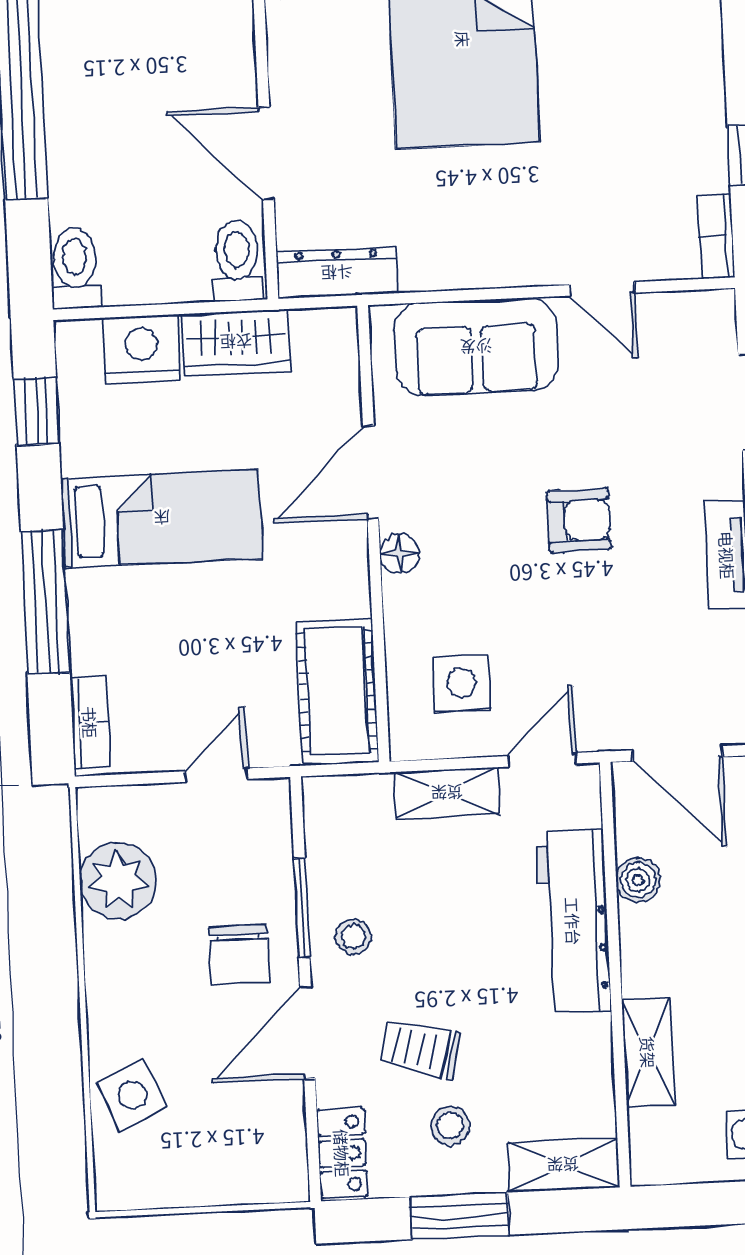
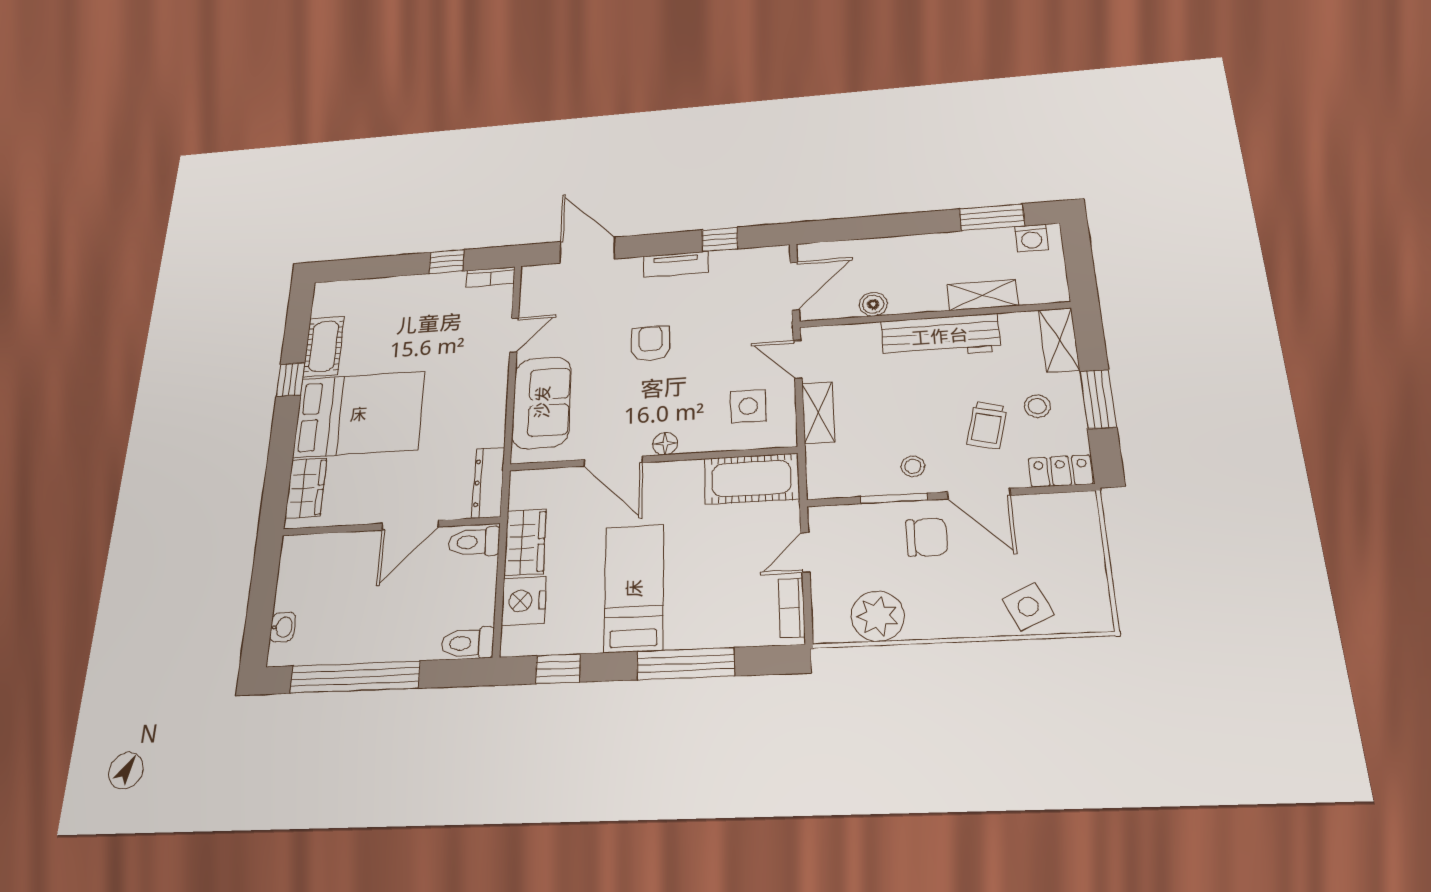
bookcase: (90, 722) -> (792, 608), moved, turned -90
door: (216, 775) -> (805, 553), hinge flipped
workbench: (573, 921) -> (940, 336), moved

